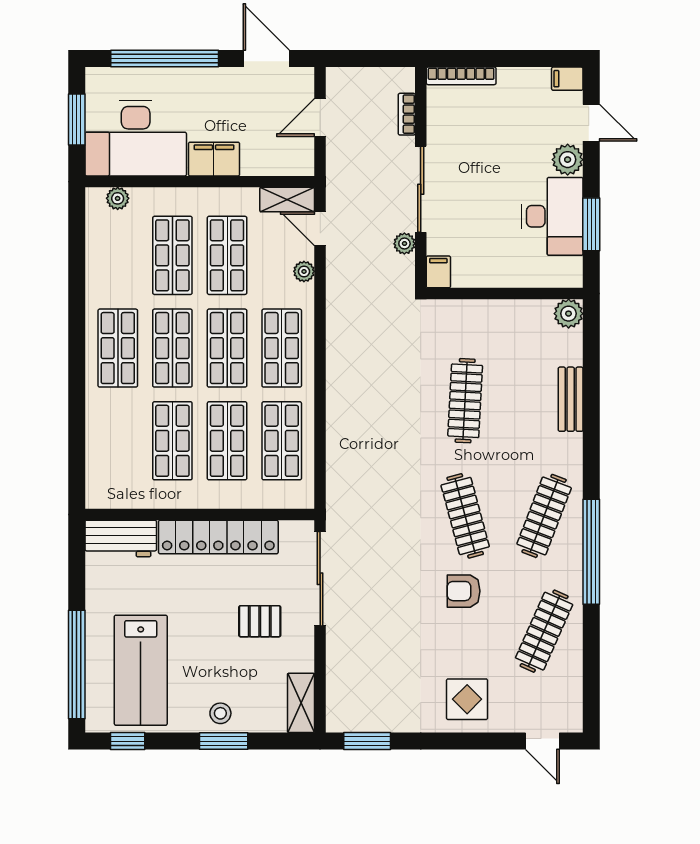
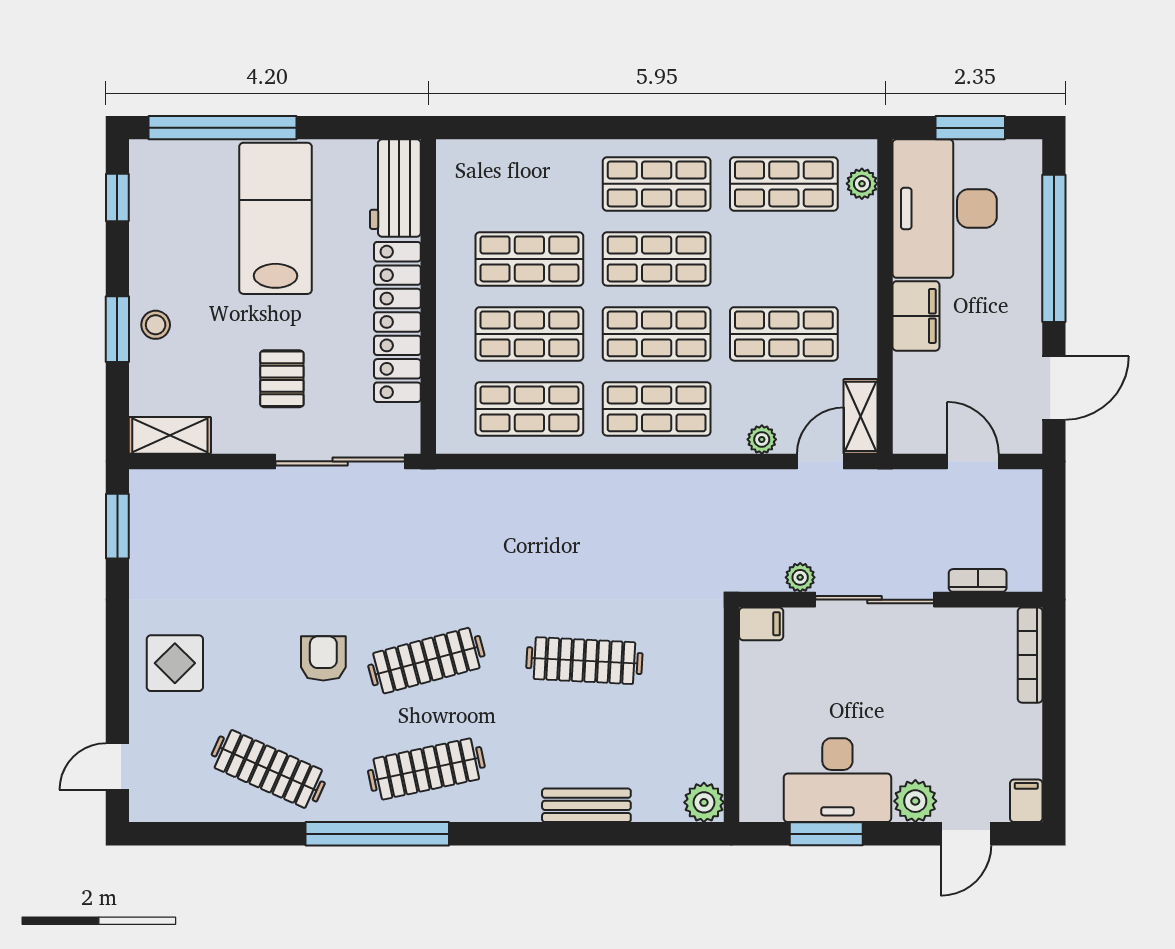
shop shelf: (172, 255) -> (784, 184), moved
clothes rail: (544, 516) -> (426, 769), turned -33
lab bench: (141, 670) -> (276, 218), moved, turned 90

